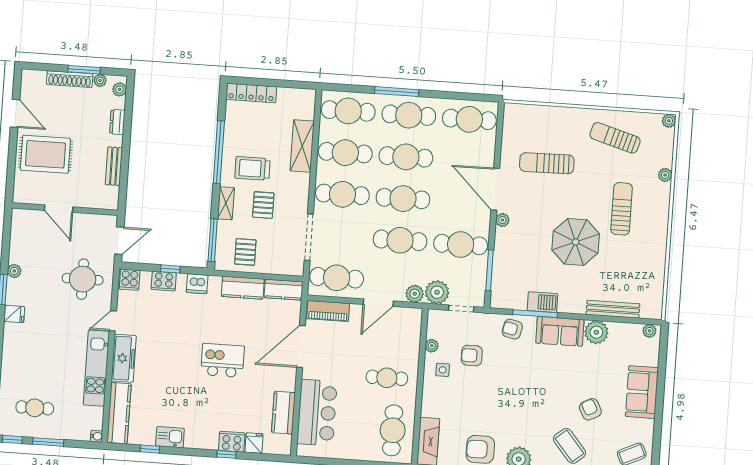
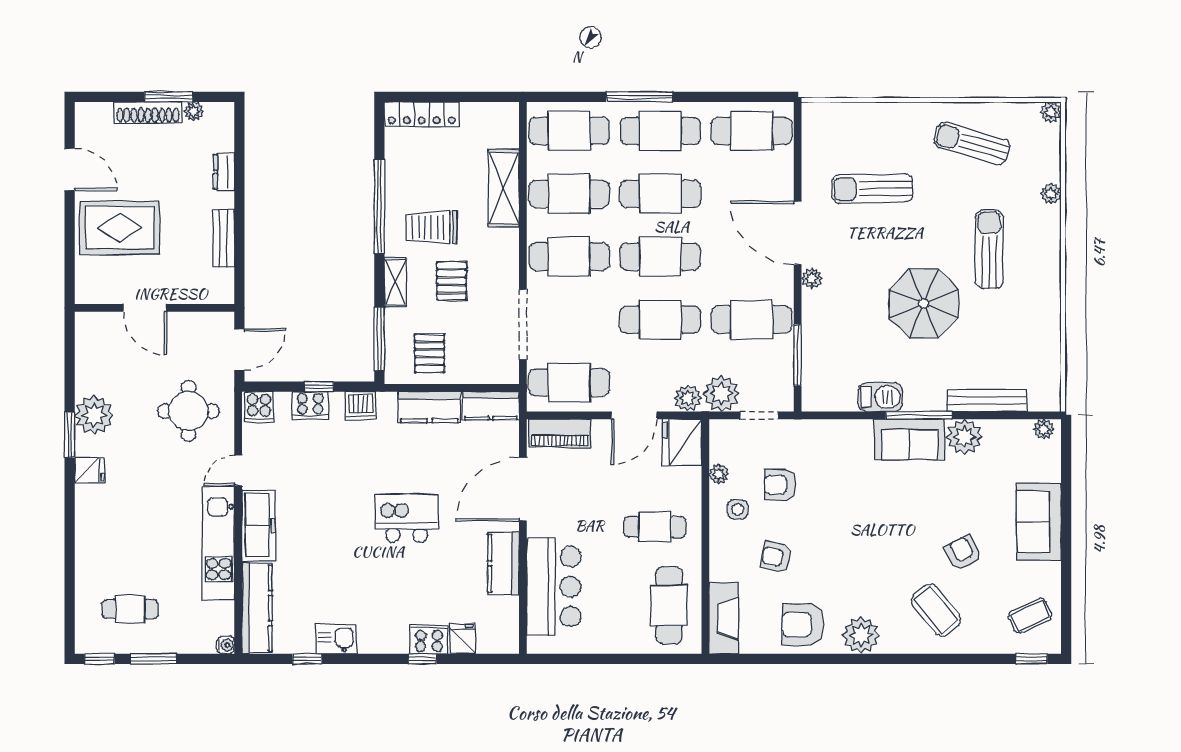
plant: (120, 89) -> (224, 123), removed
plant: (14, 271) -> (94, 415), width x1.87, depth x1.87
window: (535, 314) -> (919, 415), moved
fridge: (409, 323) -> (682, 442), added
armchair: (512, 329) -> (776, 557), moved
kitchen counter: (283, 413) -> (503, 563), moved

